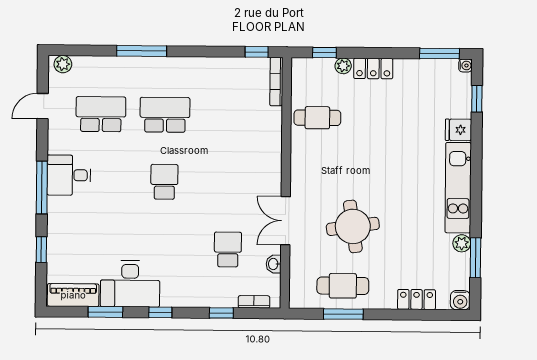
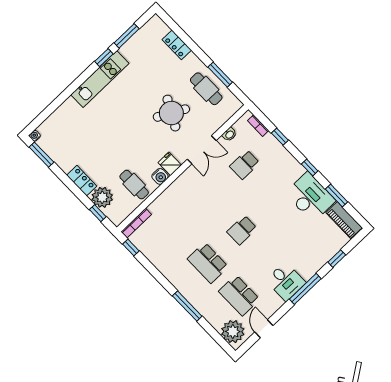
plant: (63, 64) -> (233, 332), width x1.88, depth x1.88
plant: (343, 66) -> (102, 197), width x1.88, depth x1.88
window: (477, 99) -> (104, 58), moved
door: (43, 106) -> (264, 329), swing flipped
fridge: (458, 130) -> (170, 164), moved, turned 180
round table: (353, 226) -> (171, 113), turned 36
plant: (462, 243) -> (126, 50), removed
water cooler: (460, 300) -> (160, 176), moved, turned 90

